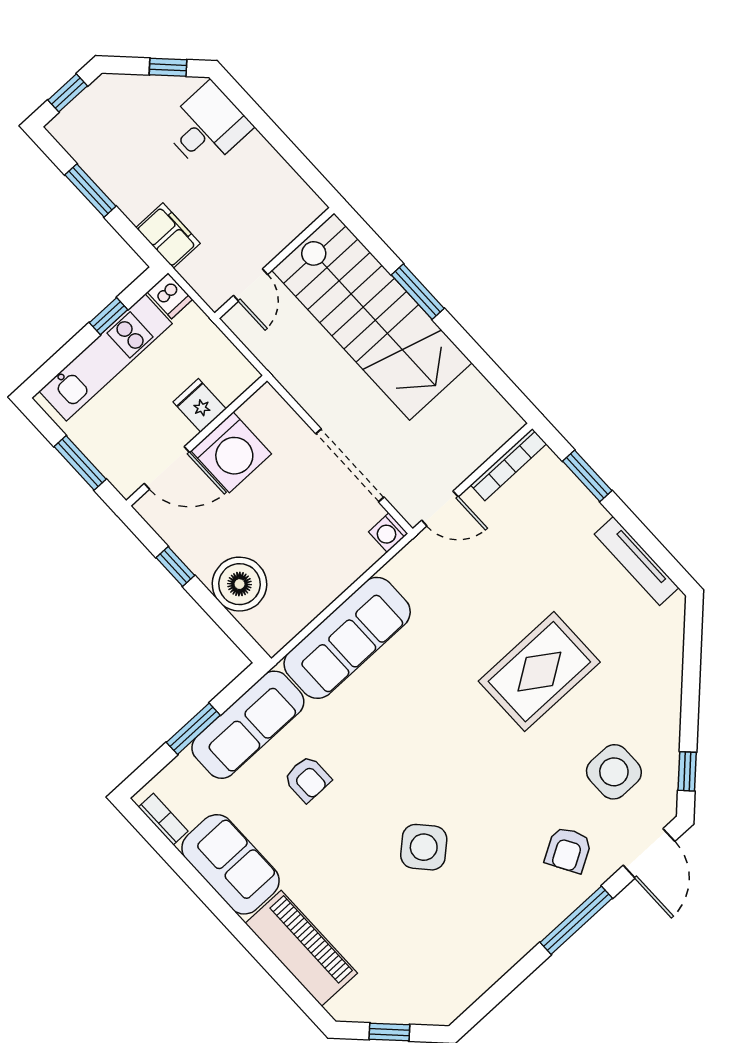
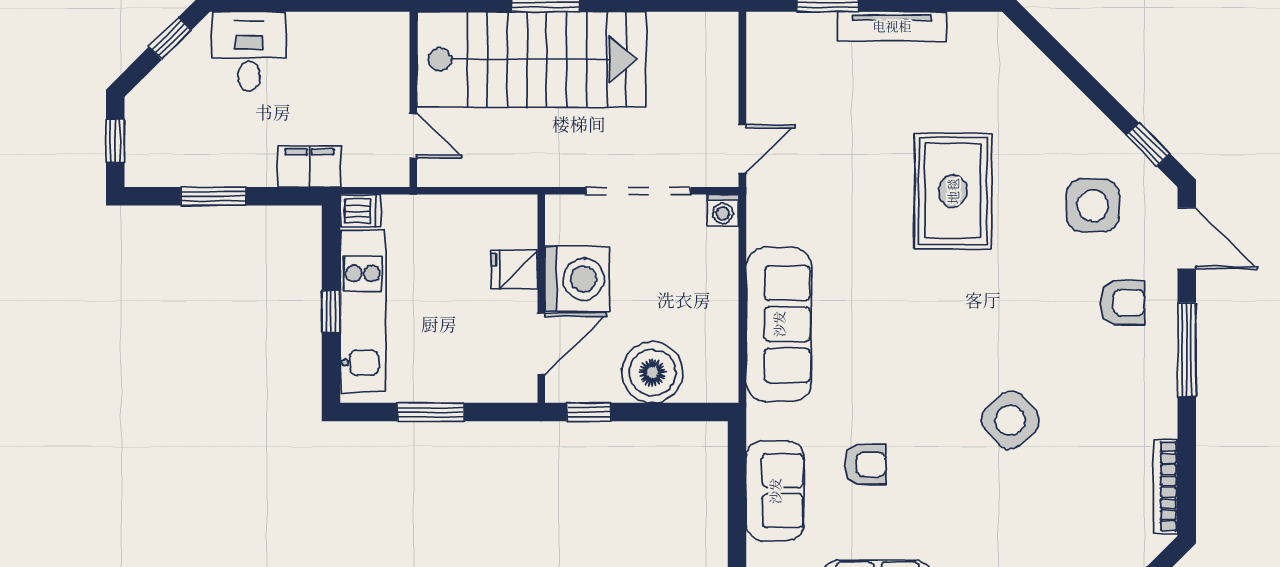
window: (109, 316) -> (331, 311), moved
fridge: (200, 405) -> (514, 270), moved
wall: (197, 441) -> (541, 299), moved
washing machine: (231, 452) -> (577, 279), moved
bookcase: (509, 464) -> (1166, 487), moved, turned 180
door: (167, 468) -> (541, 344), moved
tv unit: (636, 561) -> (892, 26), moved
sofa: (248, 725) -> (775, 491), width x0.73
window: (193, 729) -> (737, 521), removed
armchair: (568, 850) -> (1122, 303), turned -60

